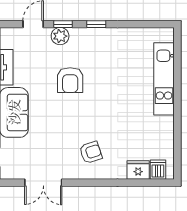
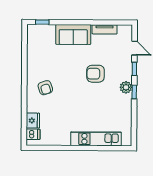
plant: (60, 36) -> (126, 87), moved
double door: (43, 183) -> (24, 55), removed

